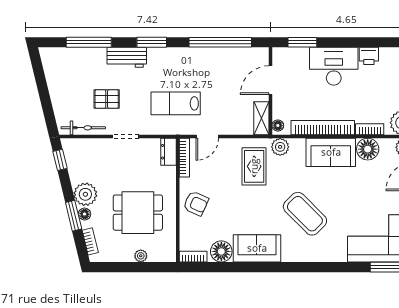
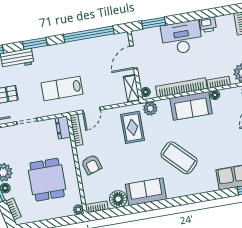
floor lamp: (368, 149) -> (215, 95), width x0.53, depth x0.53
armchair: (196, 203) -> (92, 165), turned 49
dining table: (138, 213) -> (47, 180), turned 90
plant: (141, 256) -> (78, 209), moved

